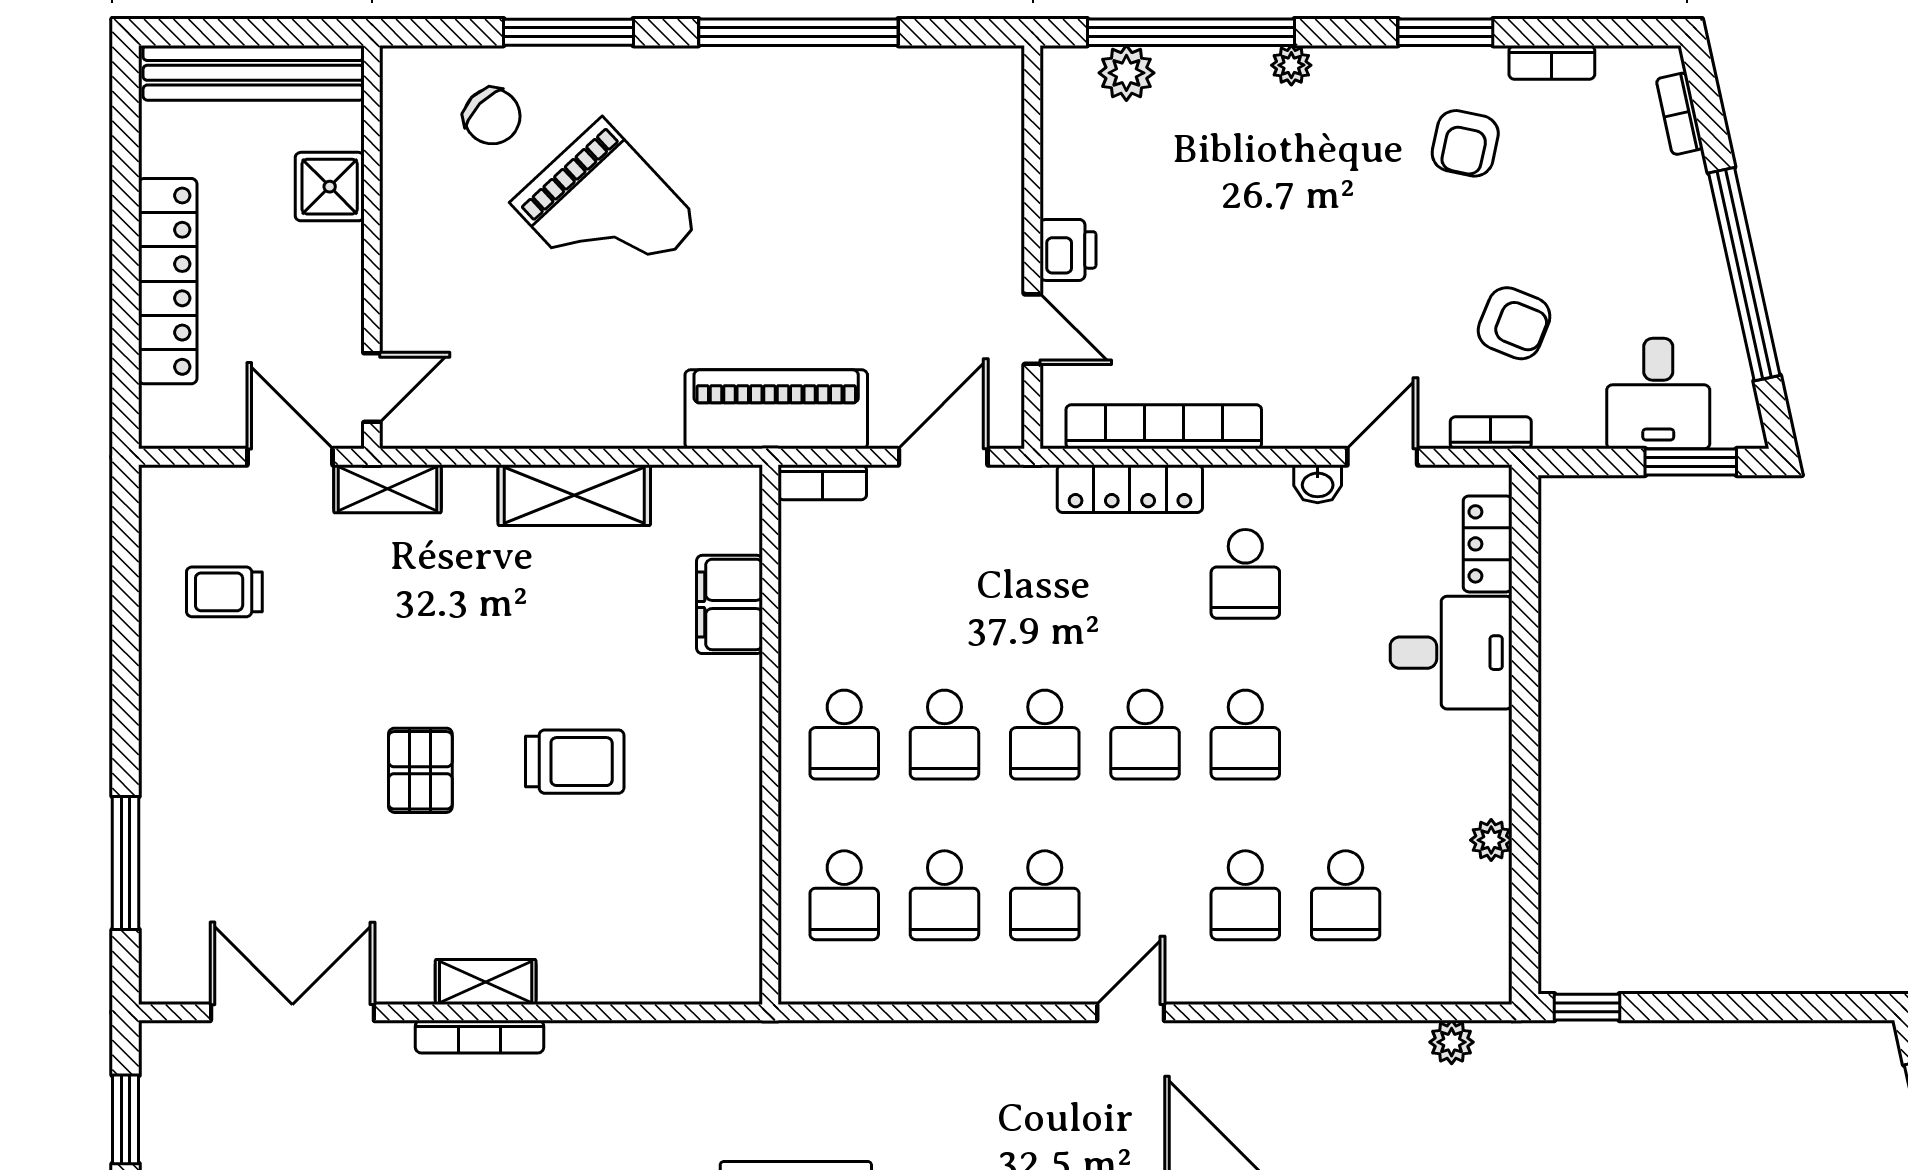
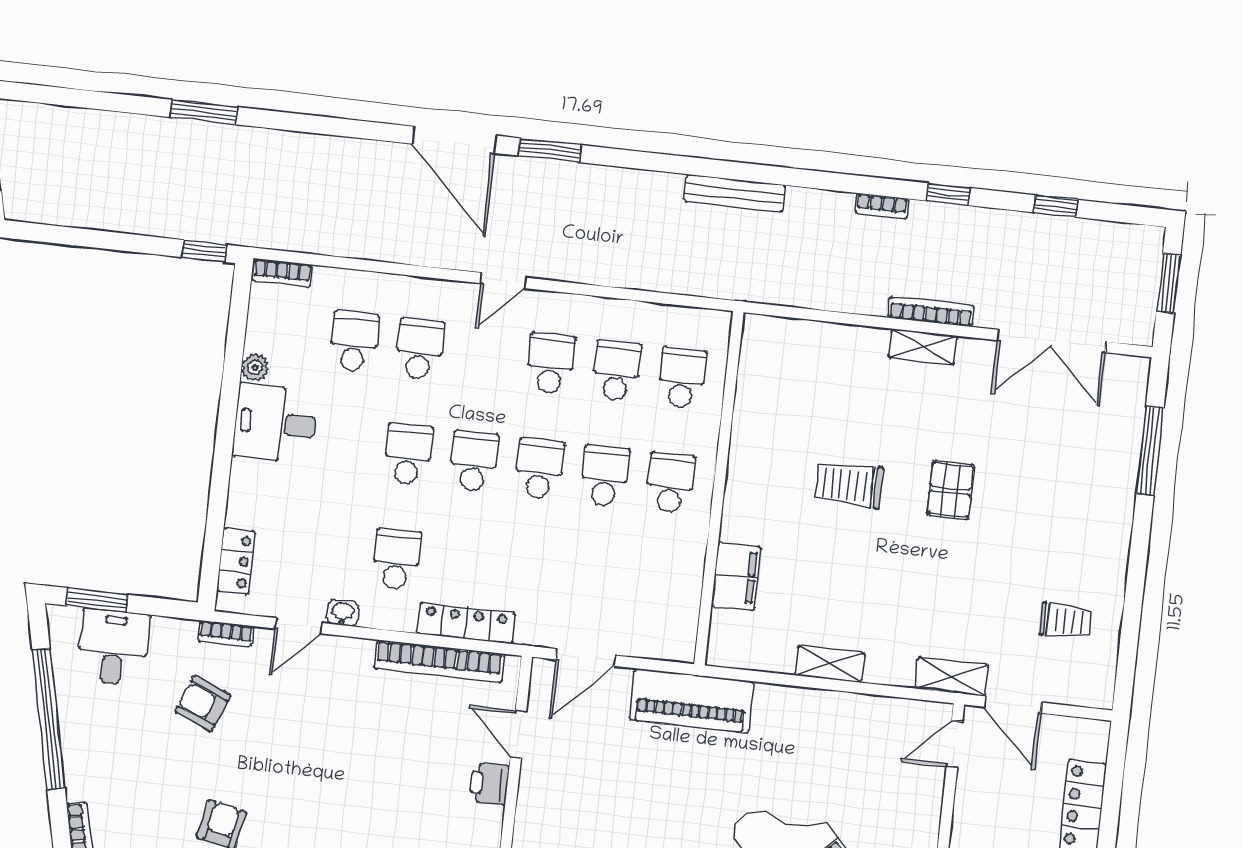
bookcase: (822, 482) -> (282, 273), moved, turned 180
shelving: (574, 495) -> (829, 664), width x0.67, depth x0.75
desk: (1451, 653) -> (275, 423), moved
plant: (1452, 1042) -> (296, 238), removed

